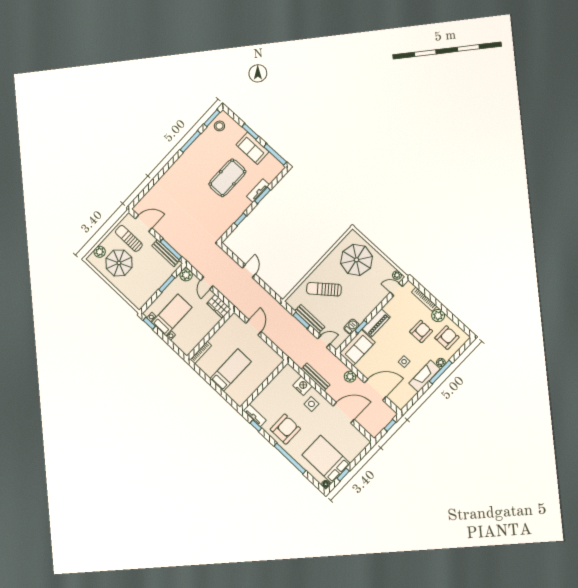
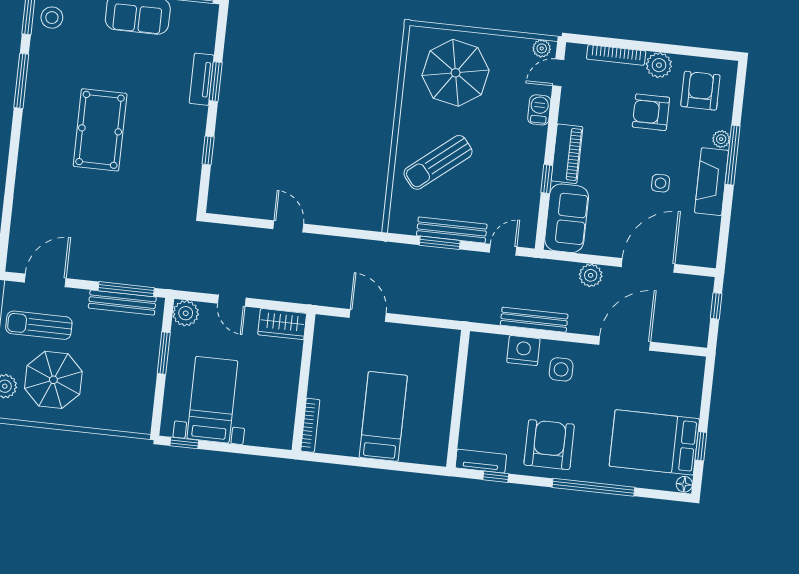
pool table: (227, 178) -> (100, 130), moved
barbecue: (351, 327) -> (539, 110), moved
armchair: (421, 331) -> (651, 112), turned -90

